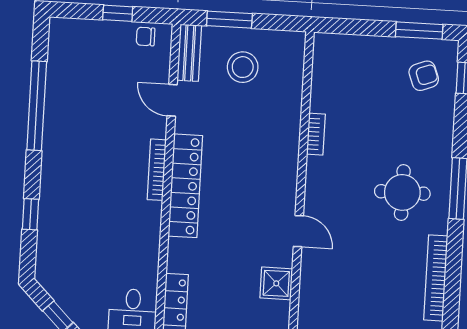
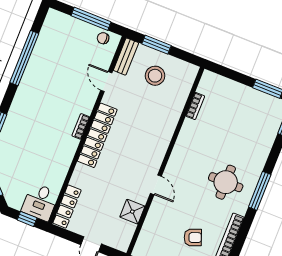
window: (118, 13) -> (91, 19), width x2.17
armchair: (424, 76) -> (193, 238), moved
bookcase: (316, 134) -> (195, 106), moved
bookcase: (157, 170) -> (81, 126), width x0.64

